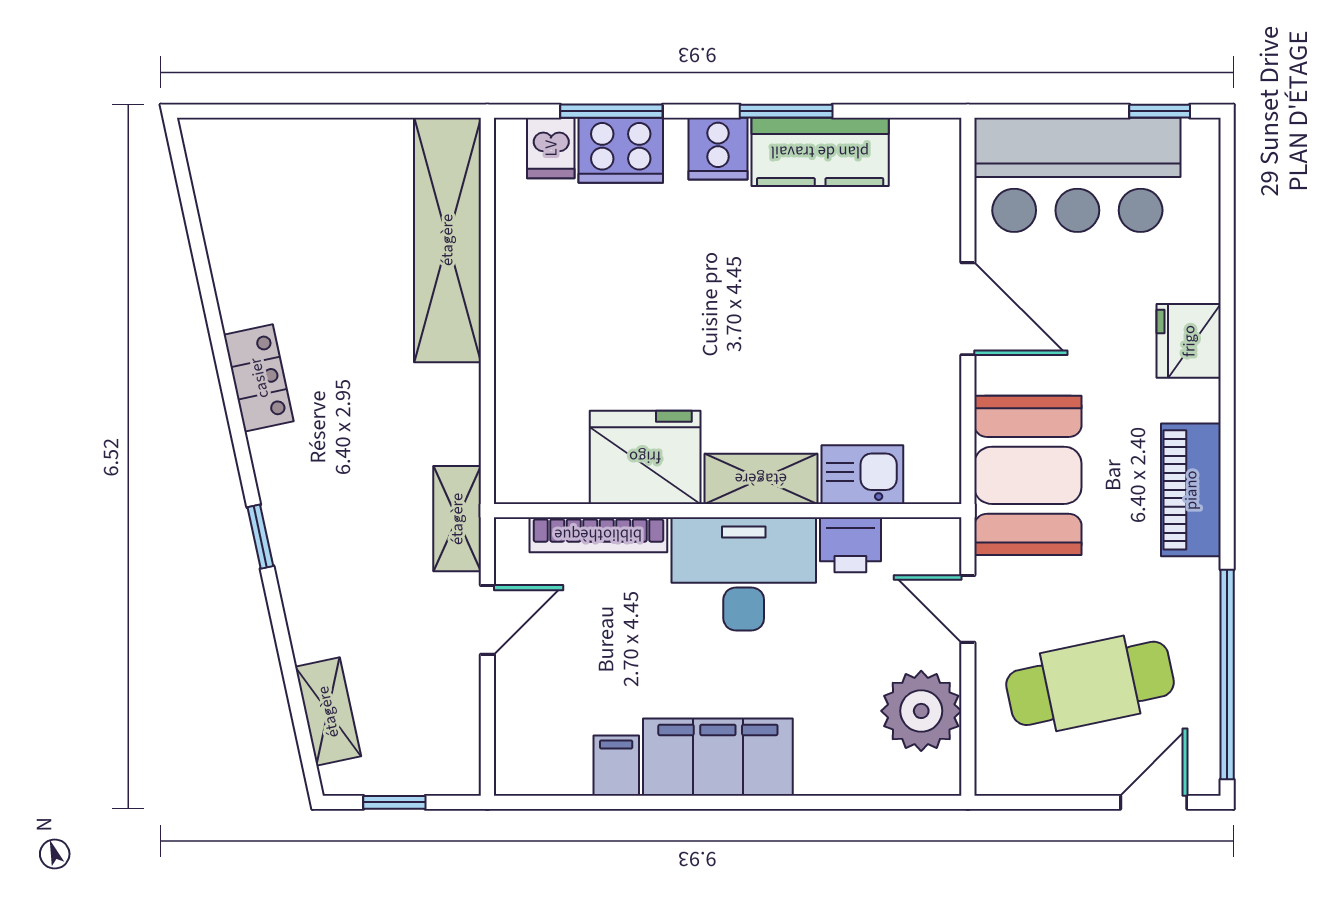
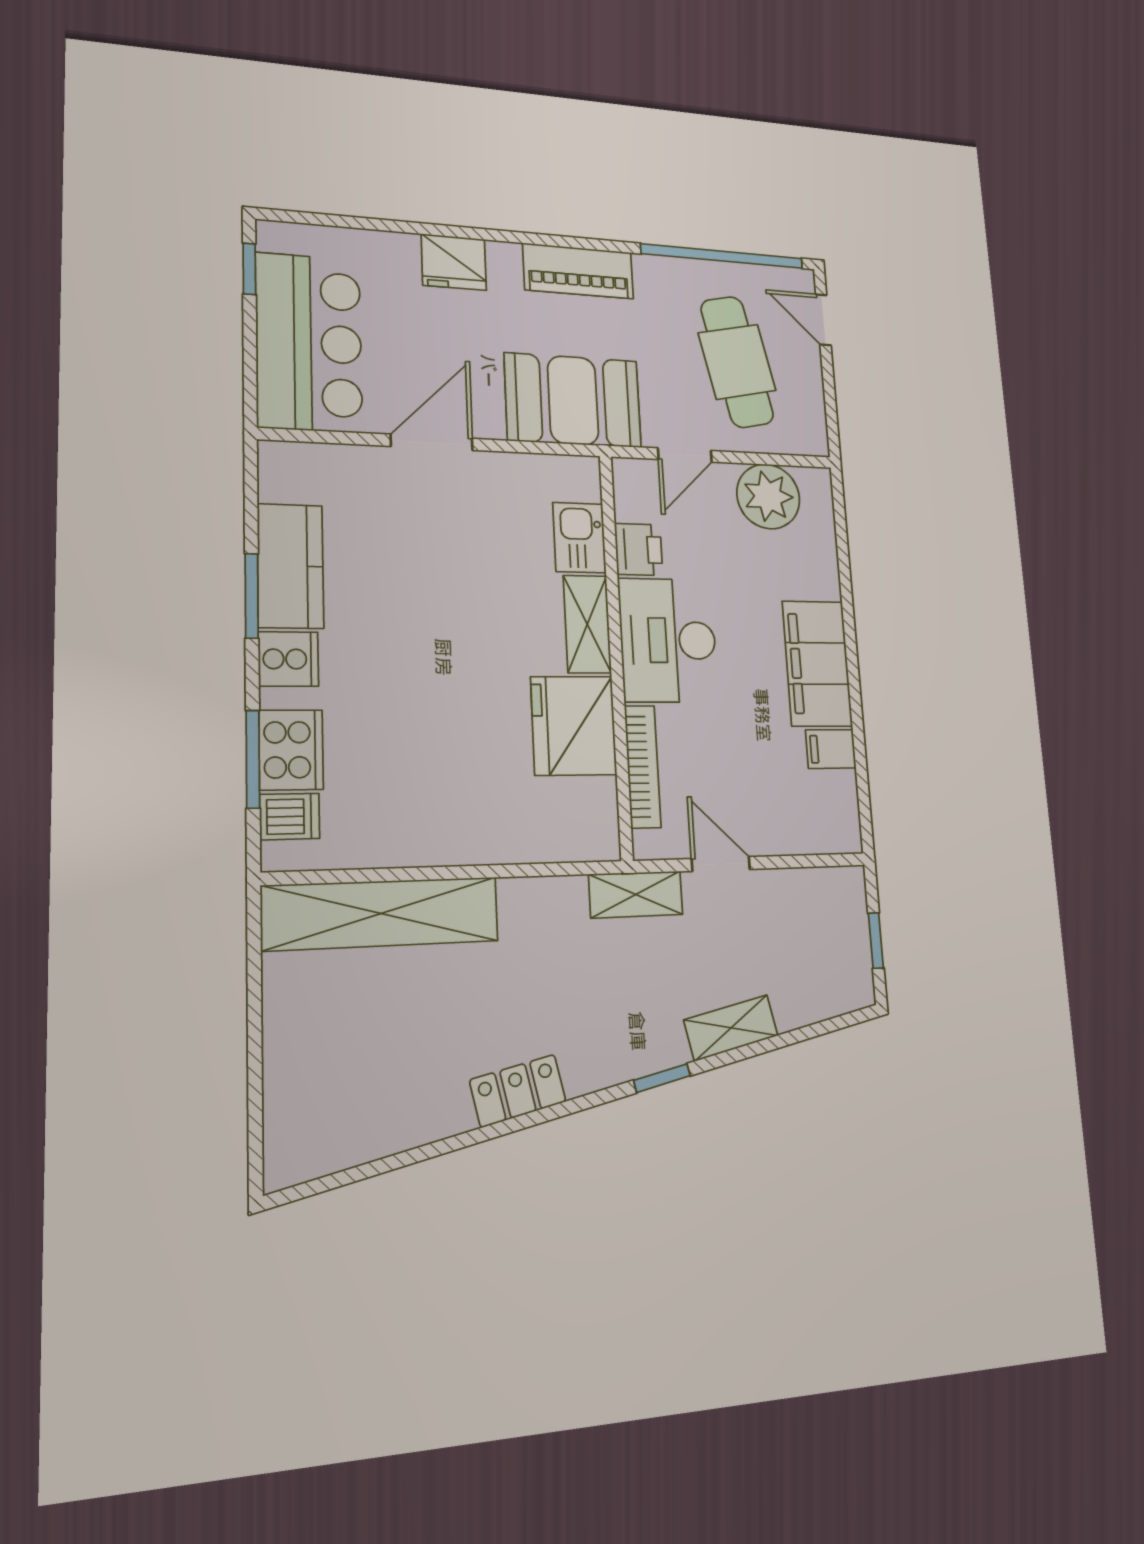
shelving: (328, 712) -> (731, 1028), moved

